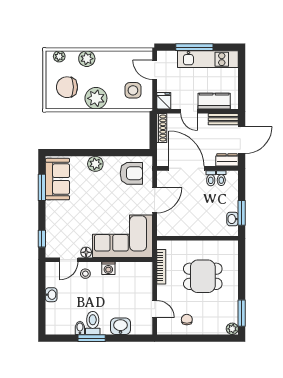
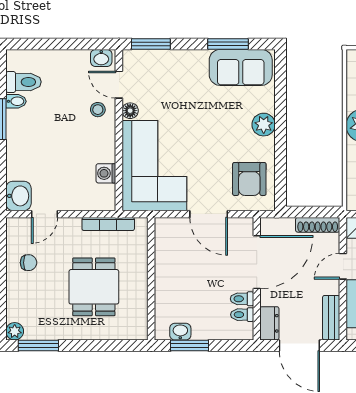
window: (42, 239) -> (151, 44), width x1.50
washing machine: (108, 268) -> (106, 173), moved
washbasin: (51, 295) -> (101, 58), moved
toilet: (93, 323) -> (23, 82), moved
washbasin: (120, 326) -> (18, 196), moved

